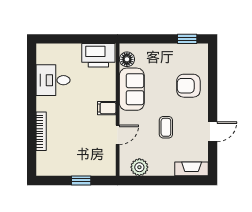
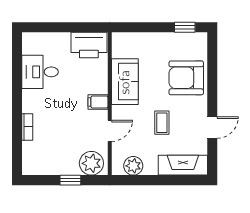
floor lamp: (127, 59) -> (120, 49), removed
armchair: (188, 86) -> (186, 78), width x1.36, depth x1.36
bookcase: (41, 131) -> (27, 127), width x0.64
plant: (101, 165) -> (91, 163), added
fireplace: (192, 169) -> (183, 165), width x1.37, depth x1.32

